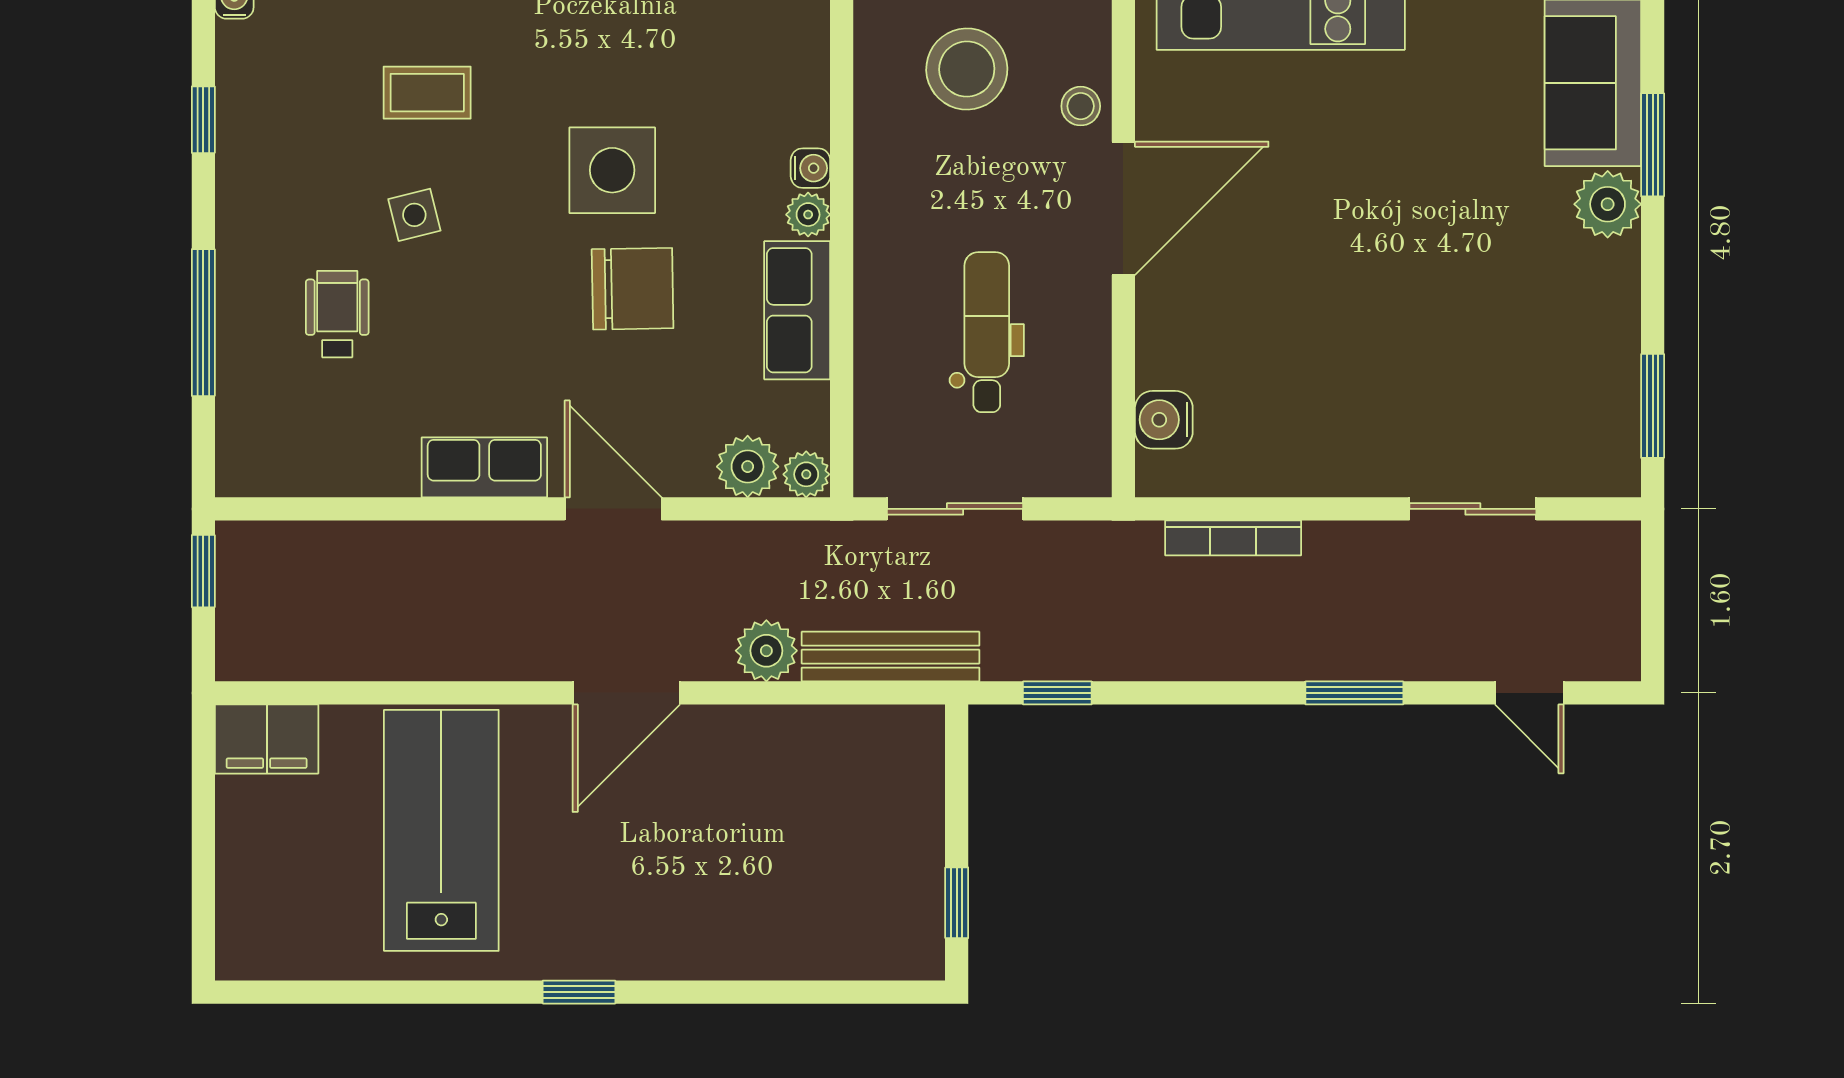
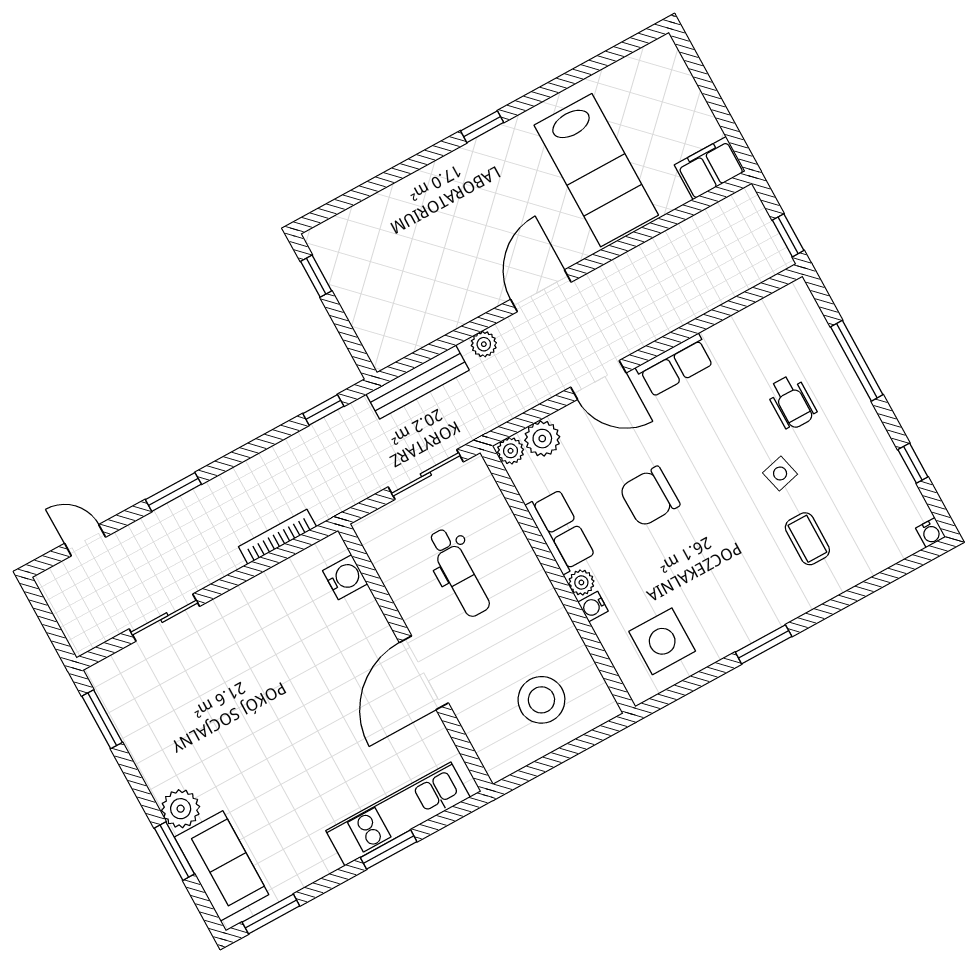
coffee table: (427, 93) -> (807, 539), turned 90
stool: (1081, 106) -> (474, 713), removed
side table: (612, 170) -> (662, 641), moved
plant: (766, 651) -> (484, 344), width x0.73, depth x0.73

